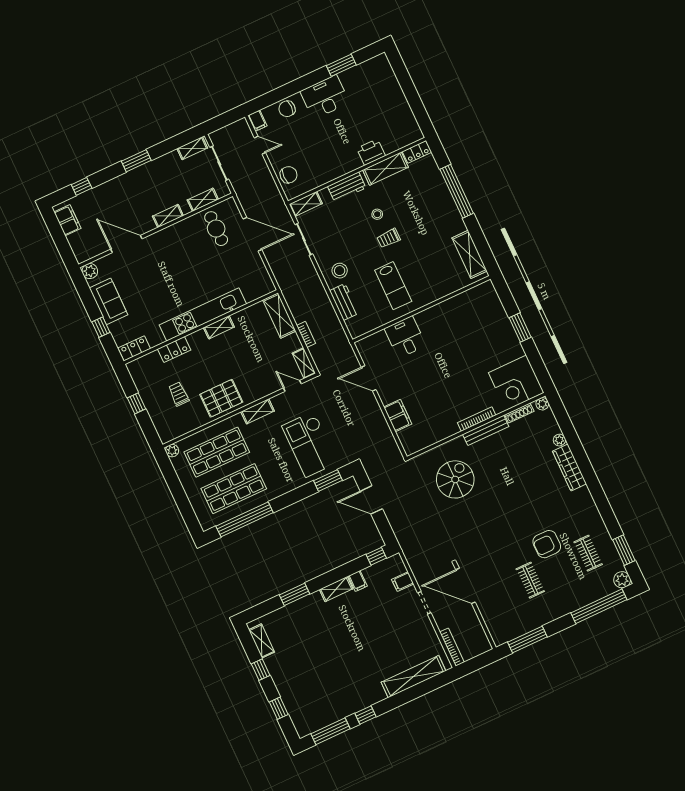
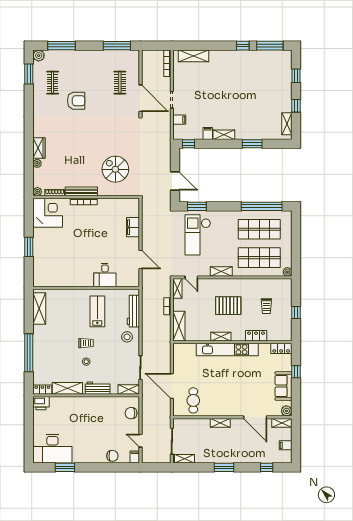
desk: (325, 97) -> (52, 449), moved, width x1.36, depth x1.30
printer: (371, 152) -> (41, 403), moved
shelving: (203, 200) -> (282, 423), moved
filing cabinet: (67, 220) -> (286, 445), width x0.50
workbench: (344, 302) -> (133, 311), width x1.37
pallet: (221, 398) -> (228, 306), moved
checkout: (310, 444) -> (198, 235), turned 180
wardrobe: (569, 468) -> (39, 148), width x0.67
spiral stairs: (455, 479) -> (115, 169), turned 90
clothes rail: (530, 580) -> (120, 83), moved
window: (599, 606) -> (61, 46), width x0.68
shelving: (414, 677) -> (194, 56), width x0.68

